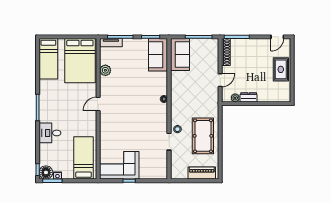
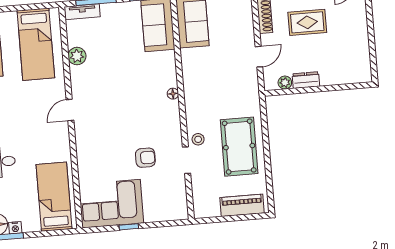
bed: (80, 61) -> (36, 44), width x0.67
rug: (281, 69) -> (307, 22), moved, turned 90
armchair: (143, 138) -> (145, 158), added

